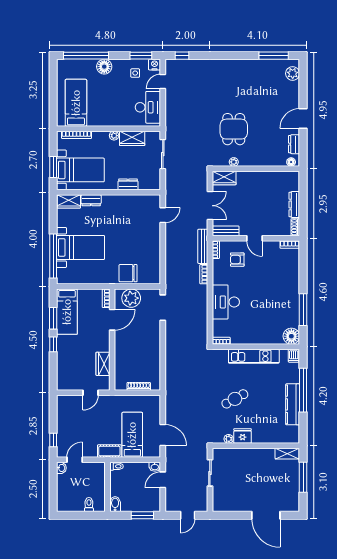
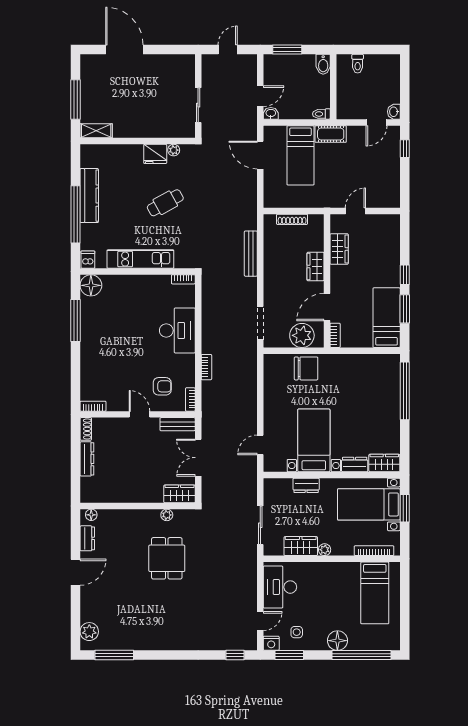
bench: (203, 246) -> (251, 254), moved
bed with nightstands: (81, 247) -> (314, 440), moved, turned 90
wardrobe: (121, 351) -> (316, 267), added

